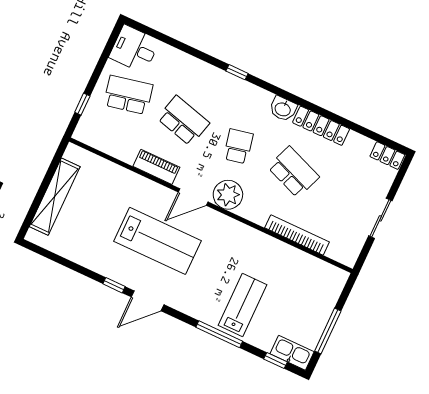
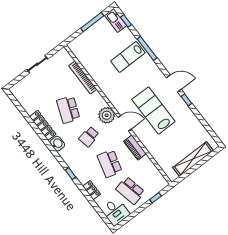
locker: (387, 156) -> (92, 190), moved

